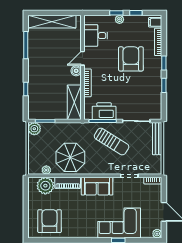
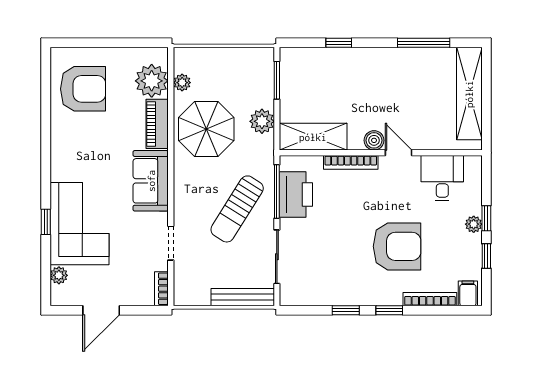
plant: (34, 129) -> (262, 121), moved
plant: (157, 234) -> (59, 275), moved

